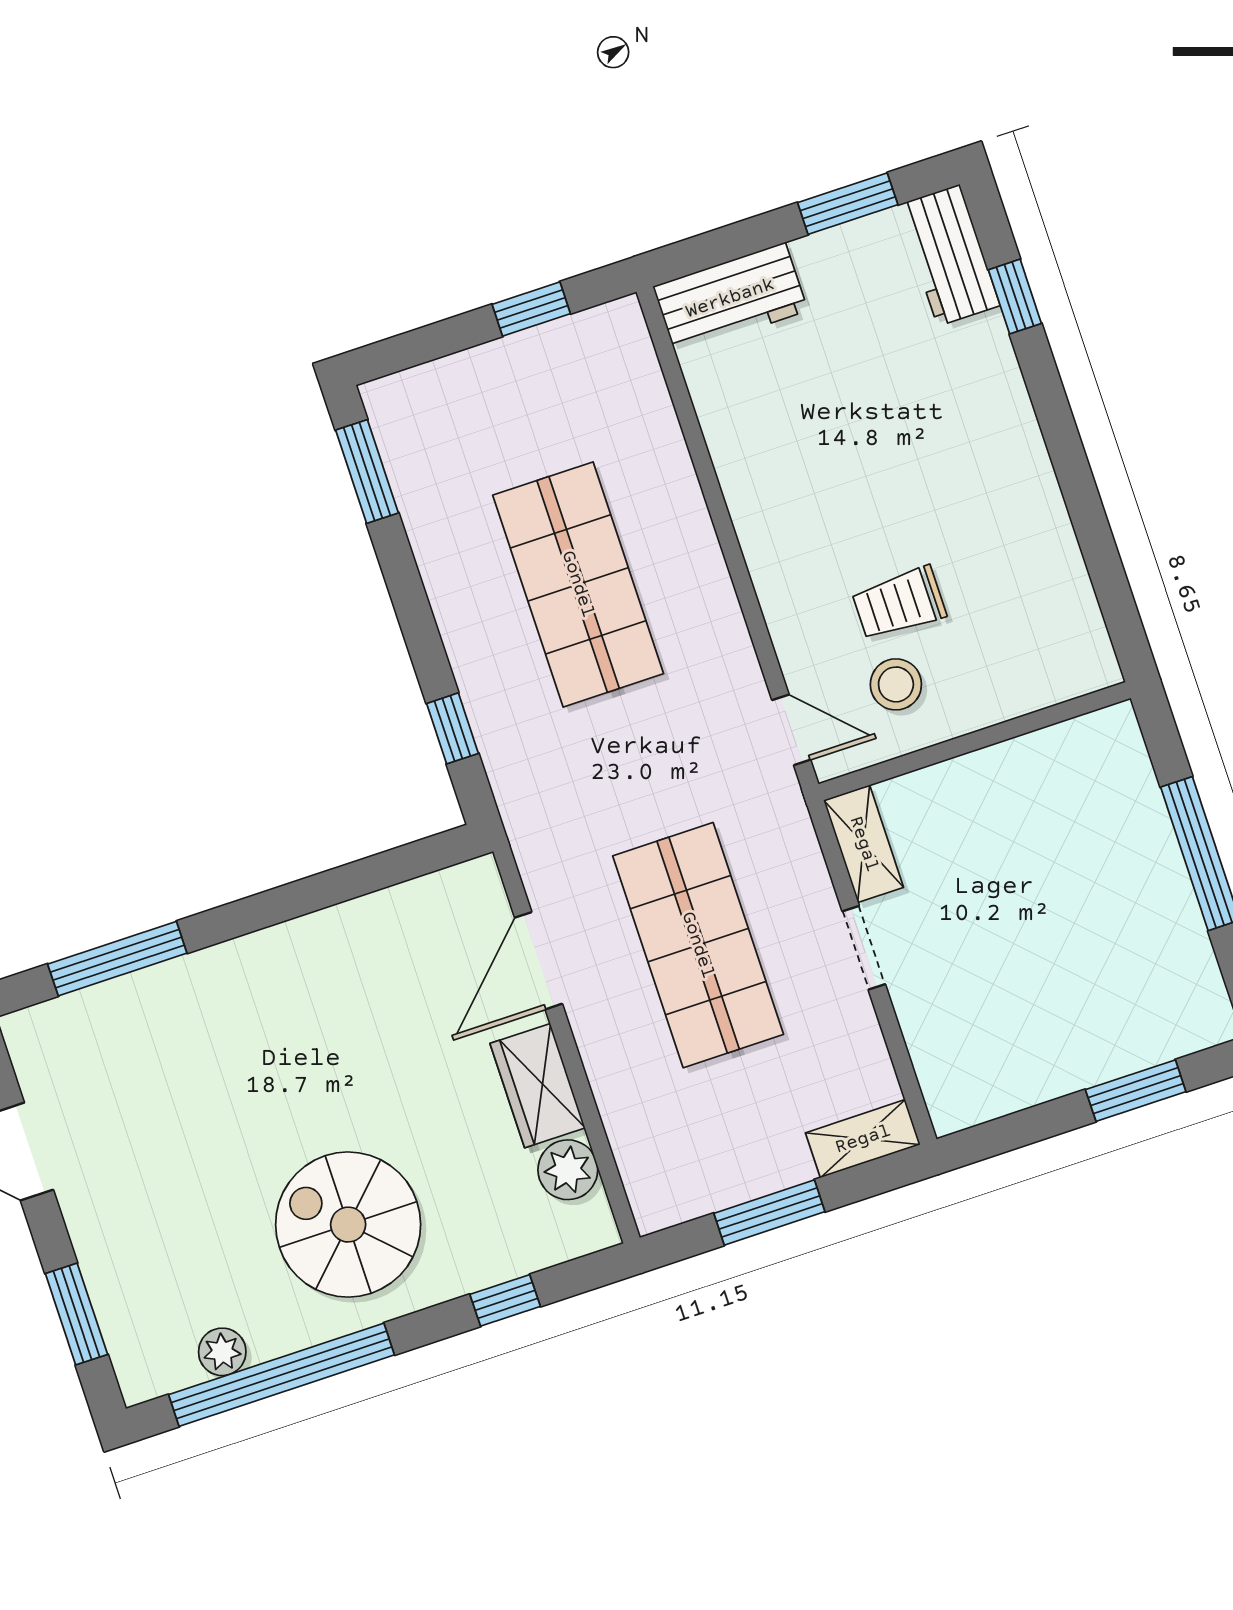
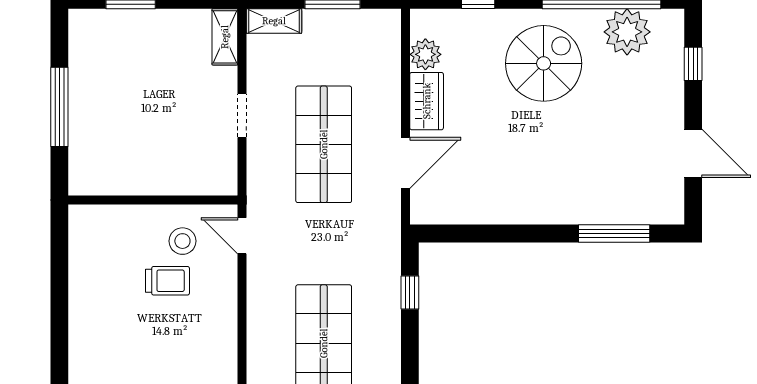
shelving: (864, 844) -> (225, 37), moved
spiral stairs: (348, 1225) -> (544, 63), turned -90
window: (76, 1314) -> (693, 64), width x0.67
plant: (222, 1352) -> (627, 32), width x1.88, depth x1.88

